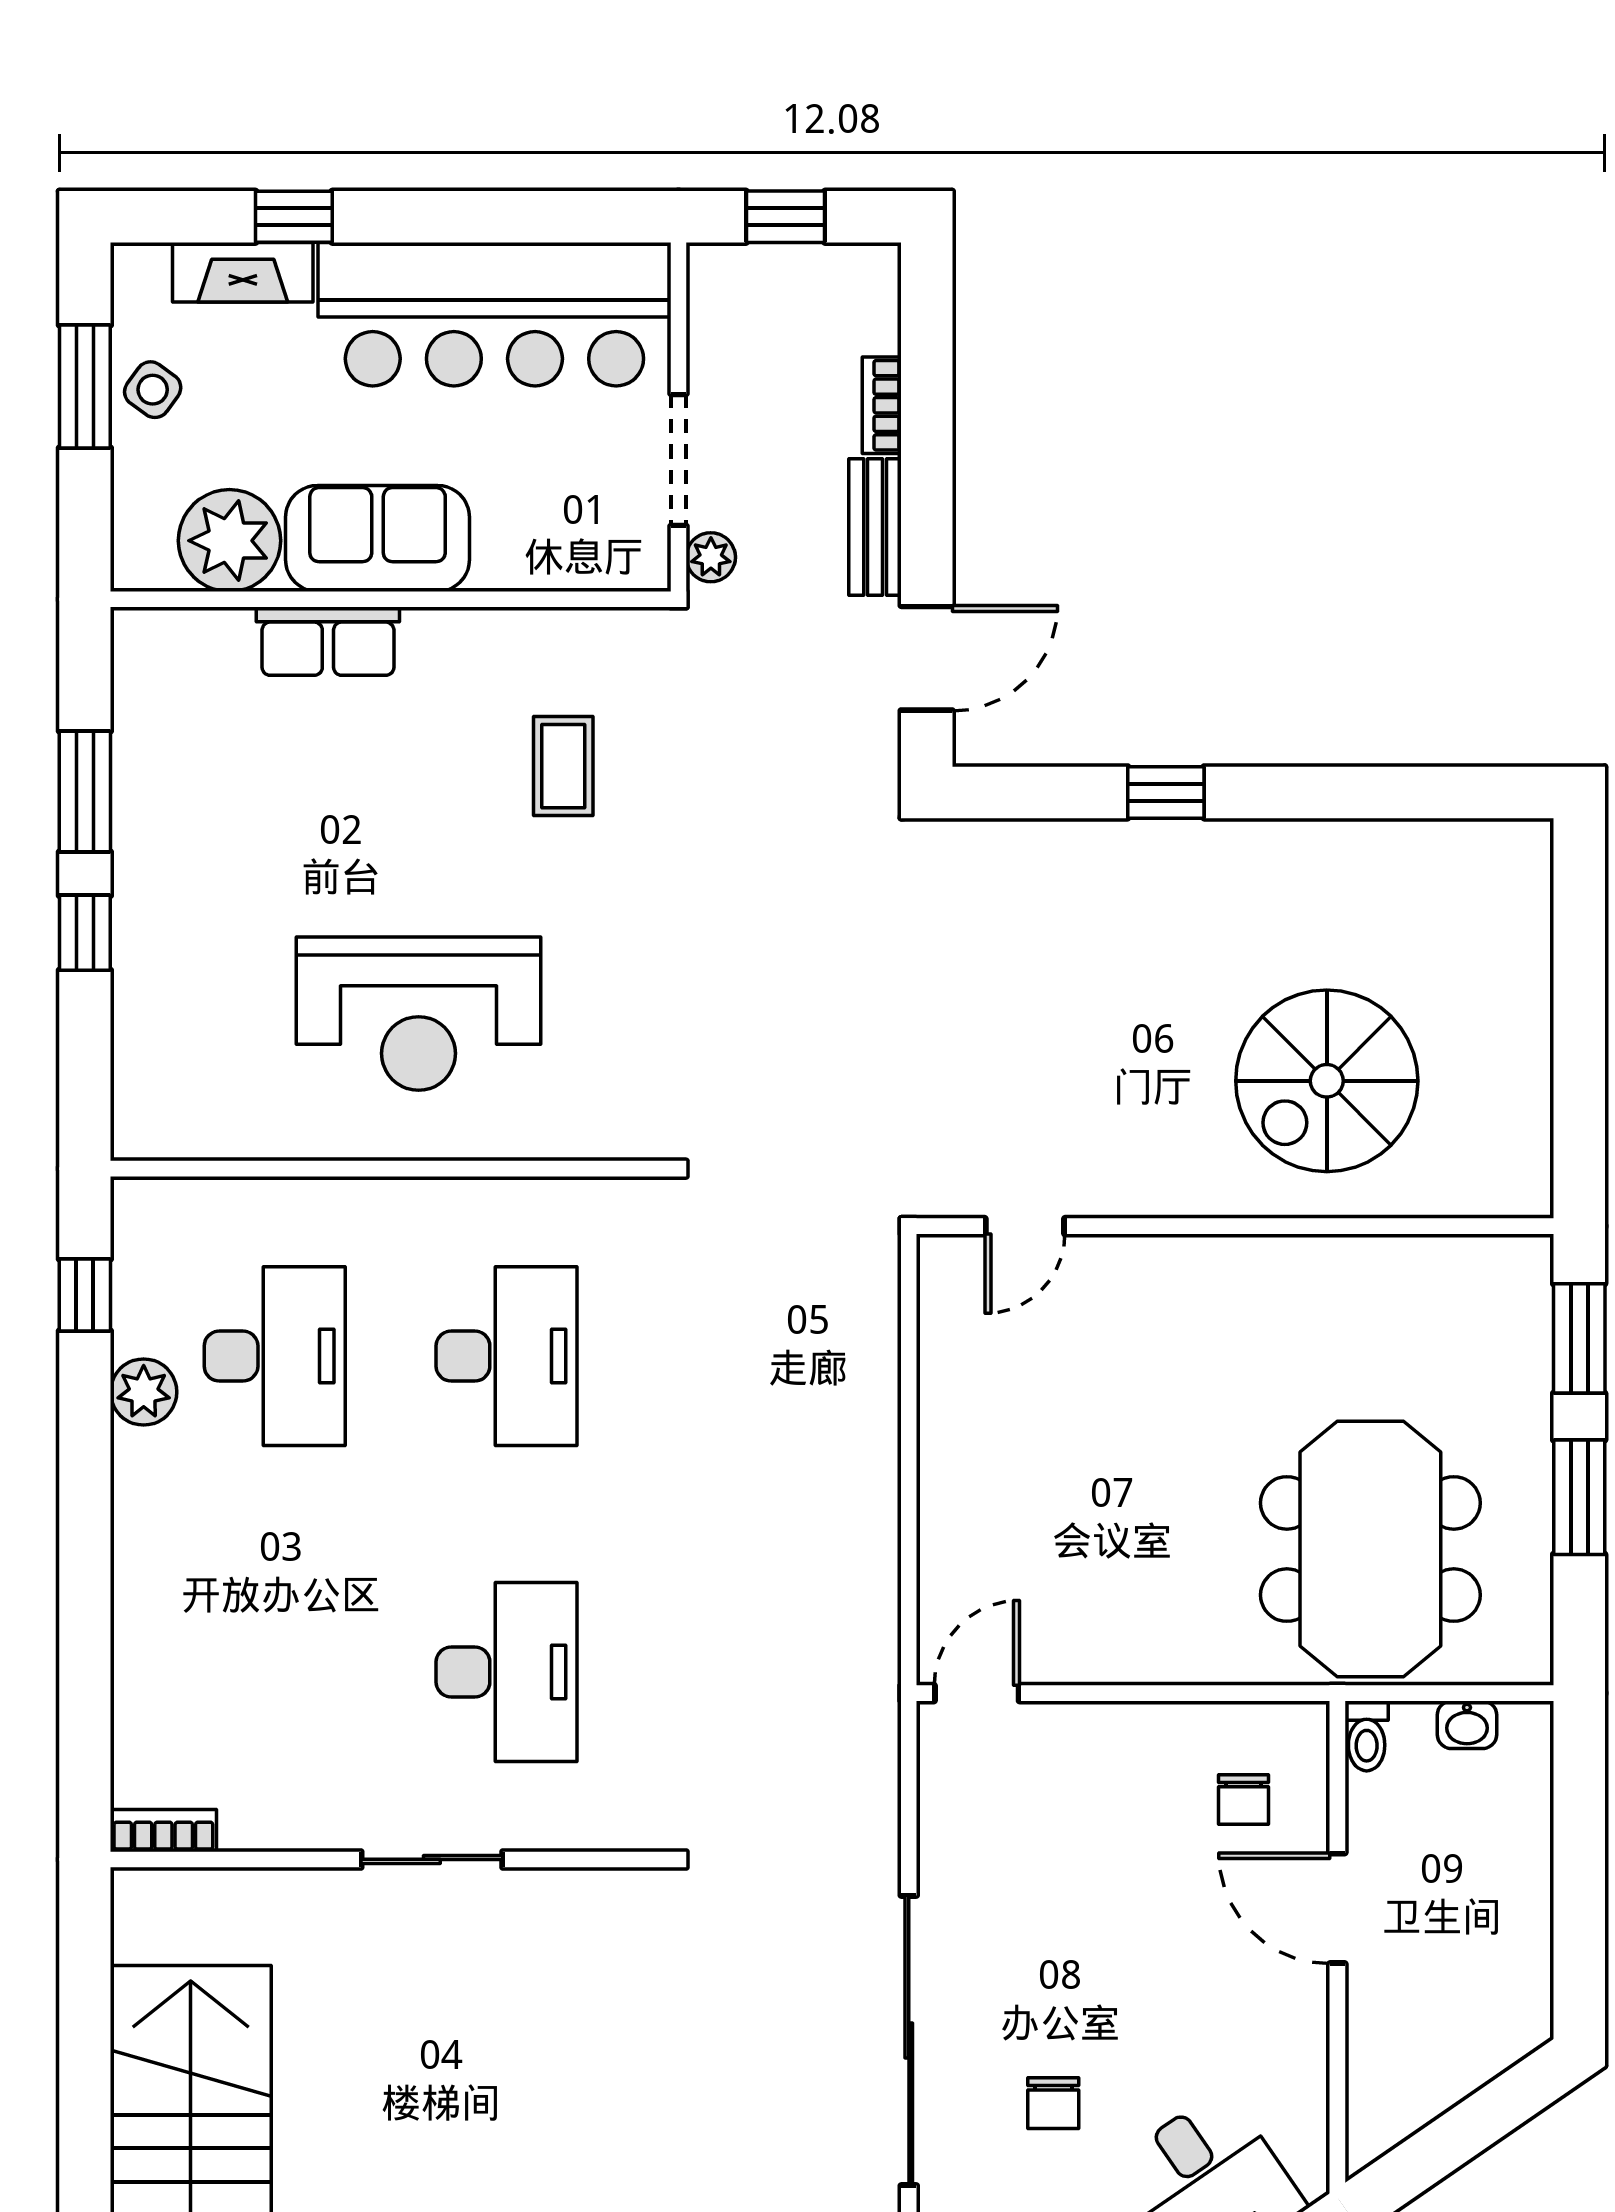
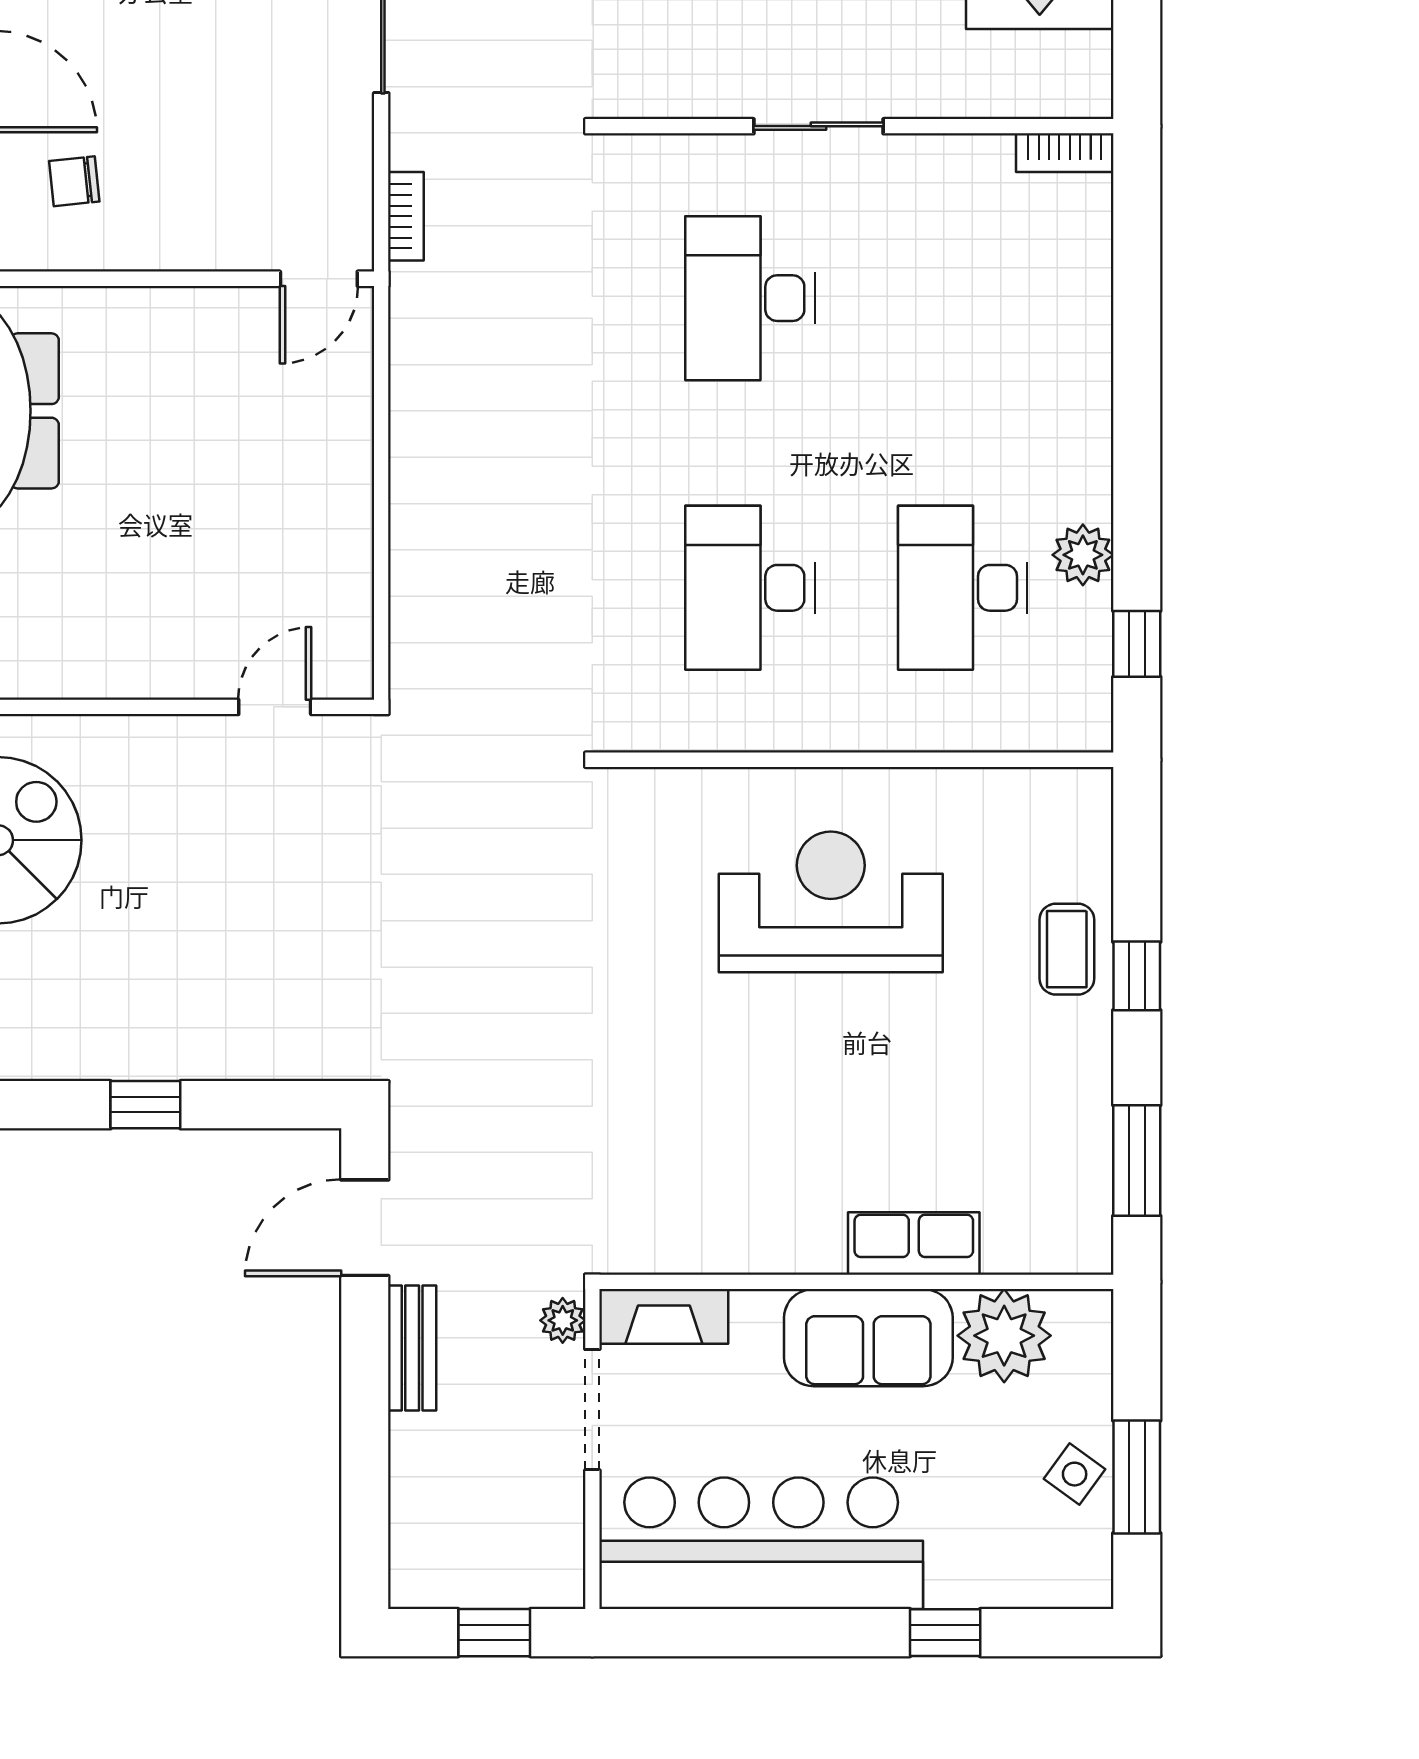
fireplace: (243, 272) -> (664, 1316), moved, turned 180
bookcase: (882, 405) -> (406, 216), moved
coffee table: (563, 766) -> (1067, 949), moved
window: (85, 791) -> (1137, 1160), moved
chair: (1244, 1799) -> (74, 181), turned -96

